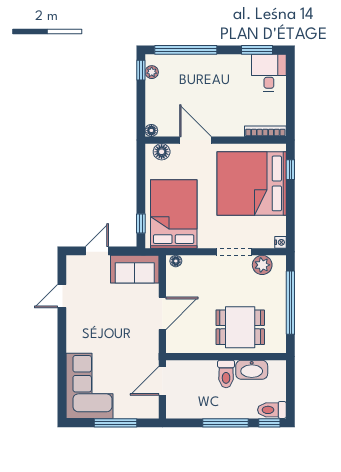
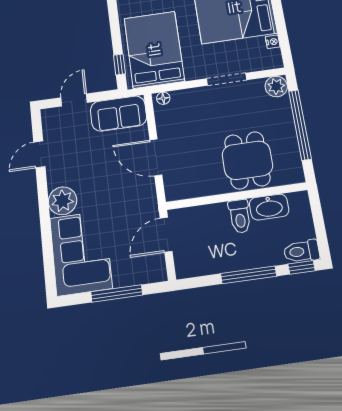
nightstand: (280, 242) -> (273, 42), moved
plant: (262, 265) -> (276, 86), moved
door: (162, 313) -> (156, 157), swing flipped
dining table: (240, 327) -> (247, 160), turned 90
plant: (78, 340) -> (63, 201), added

